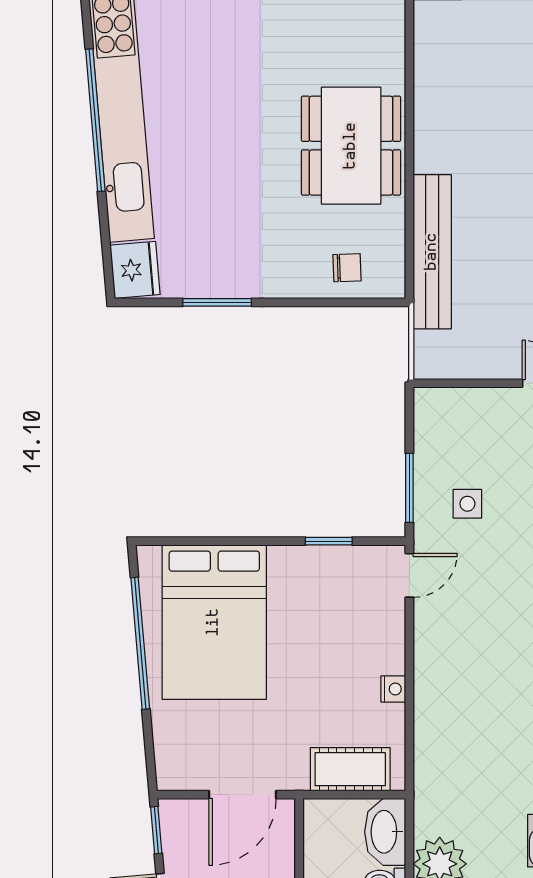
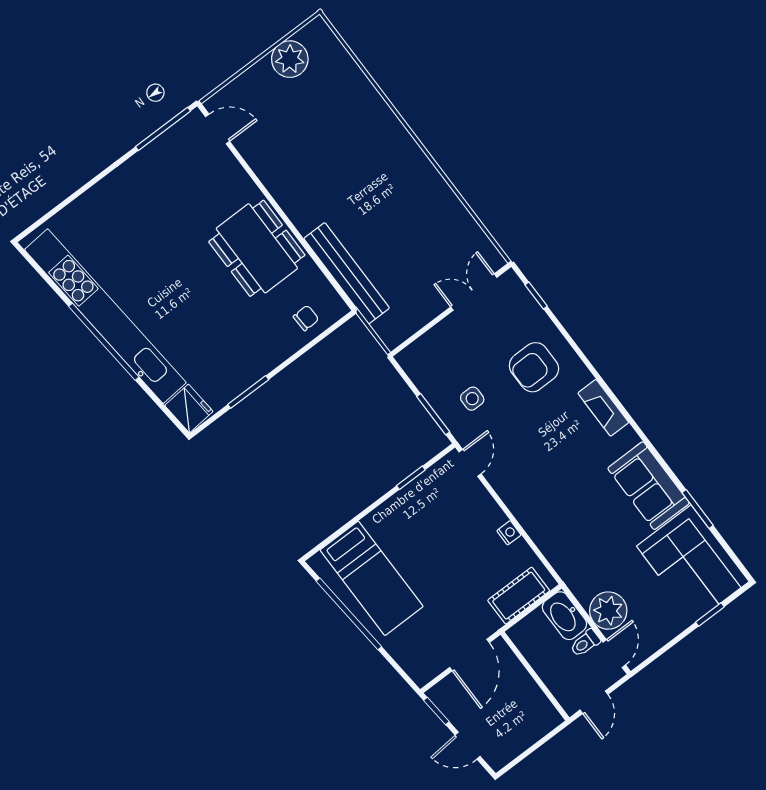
bed: (214, 622) -> (372, 578), width x0.67

